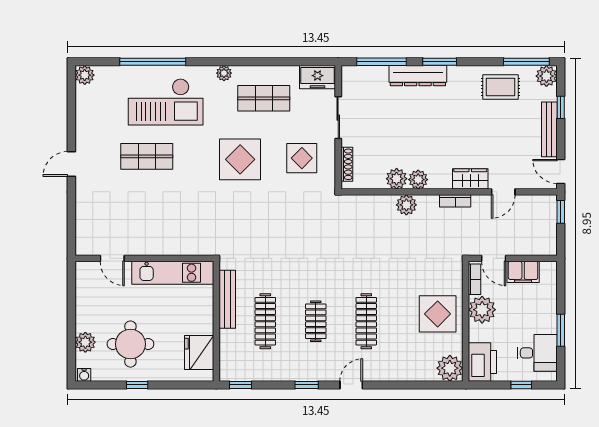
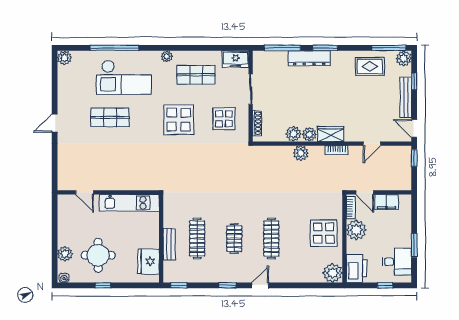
wardrobe: (470, 179) -> (331, 134), moved
bench: (227, 299) -> (169, 244), moved, width x0.73

